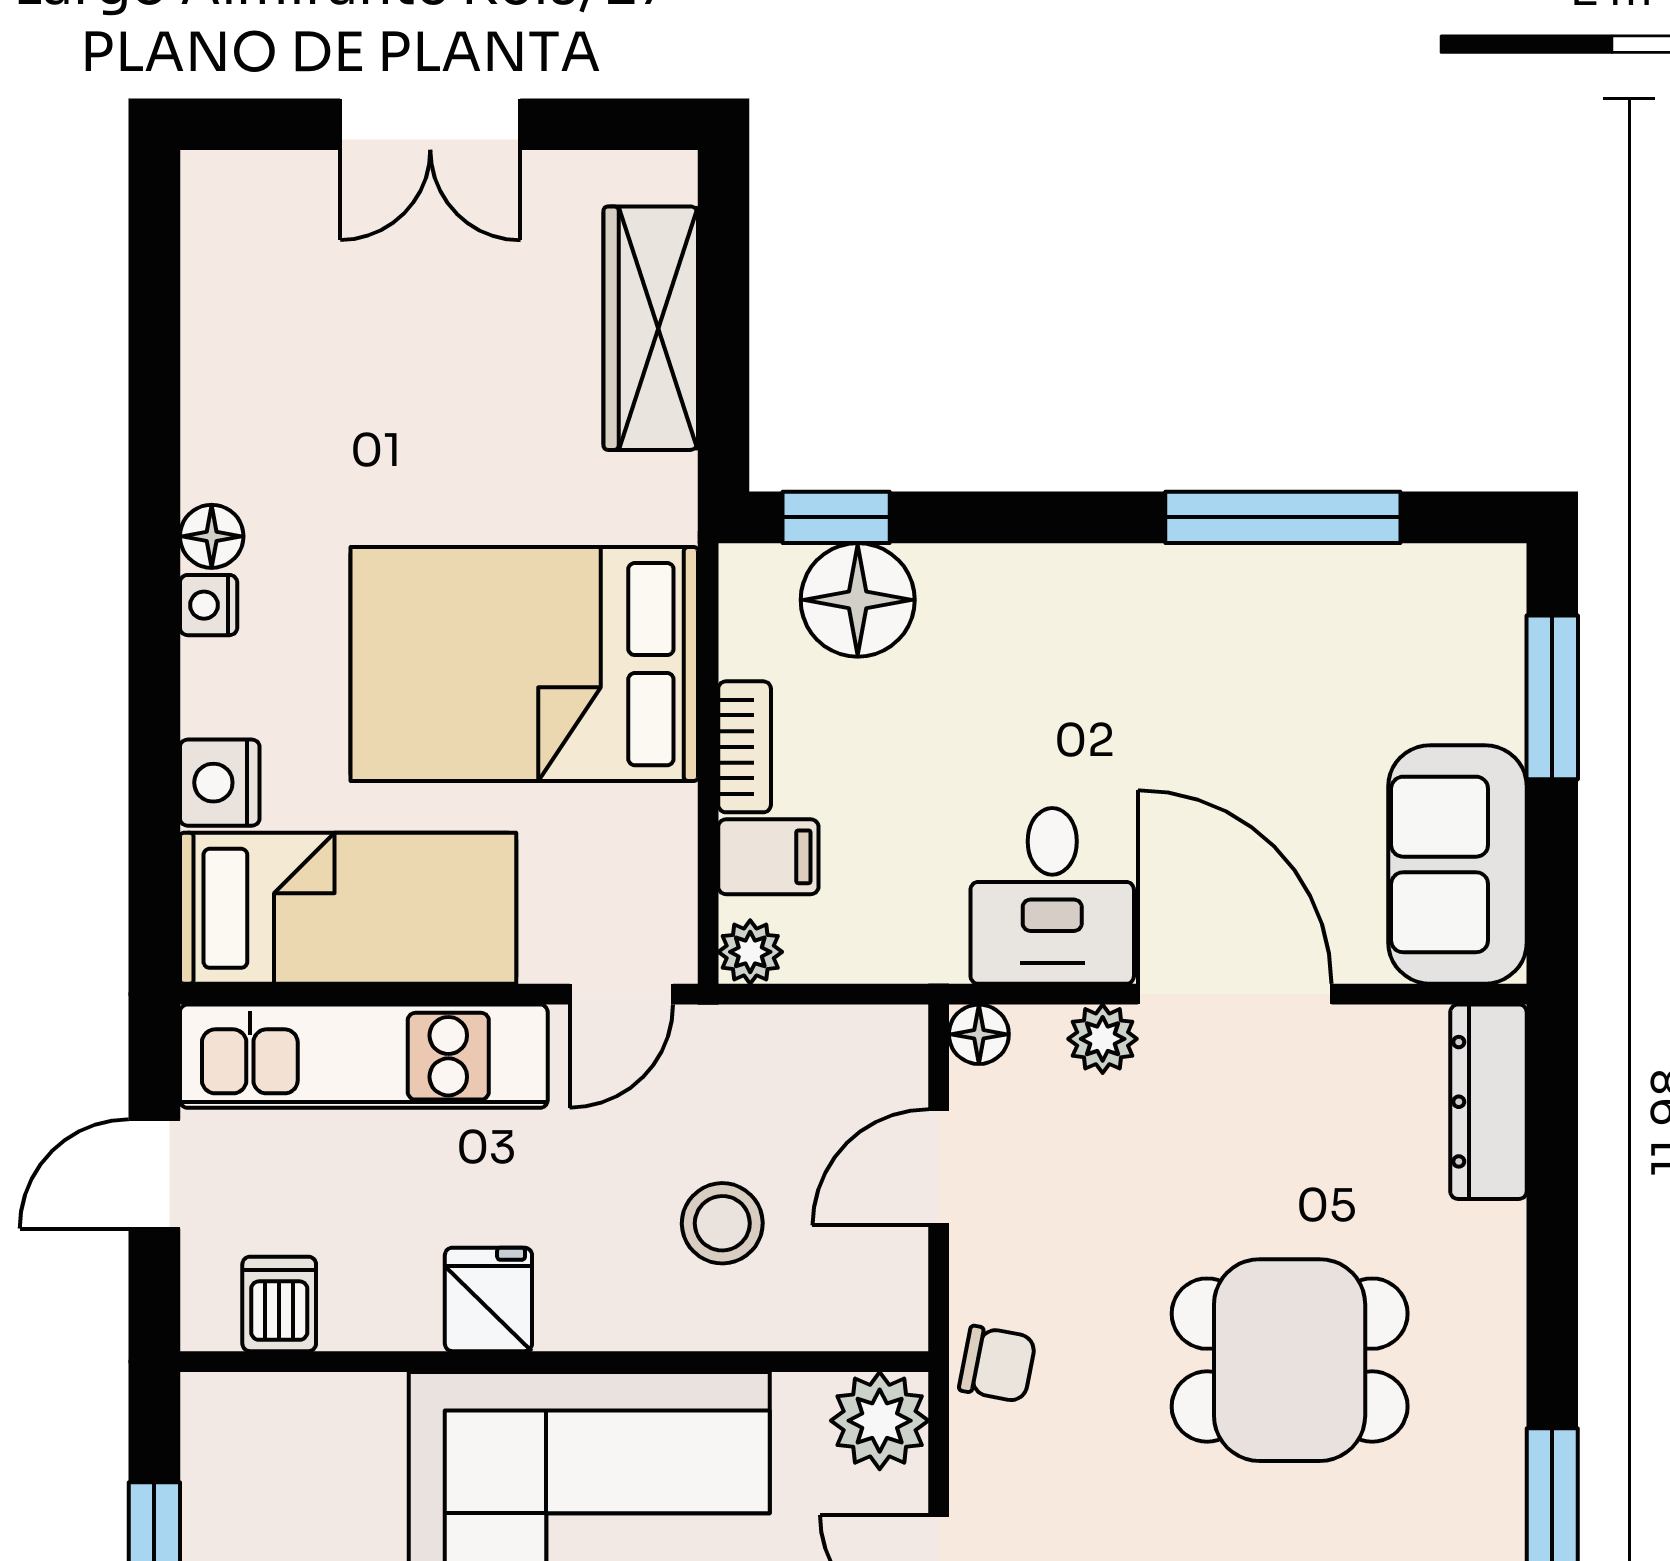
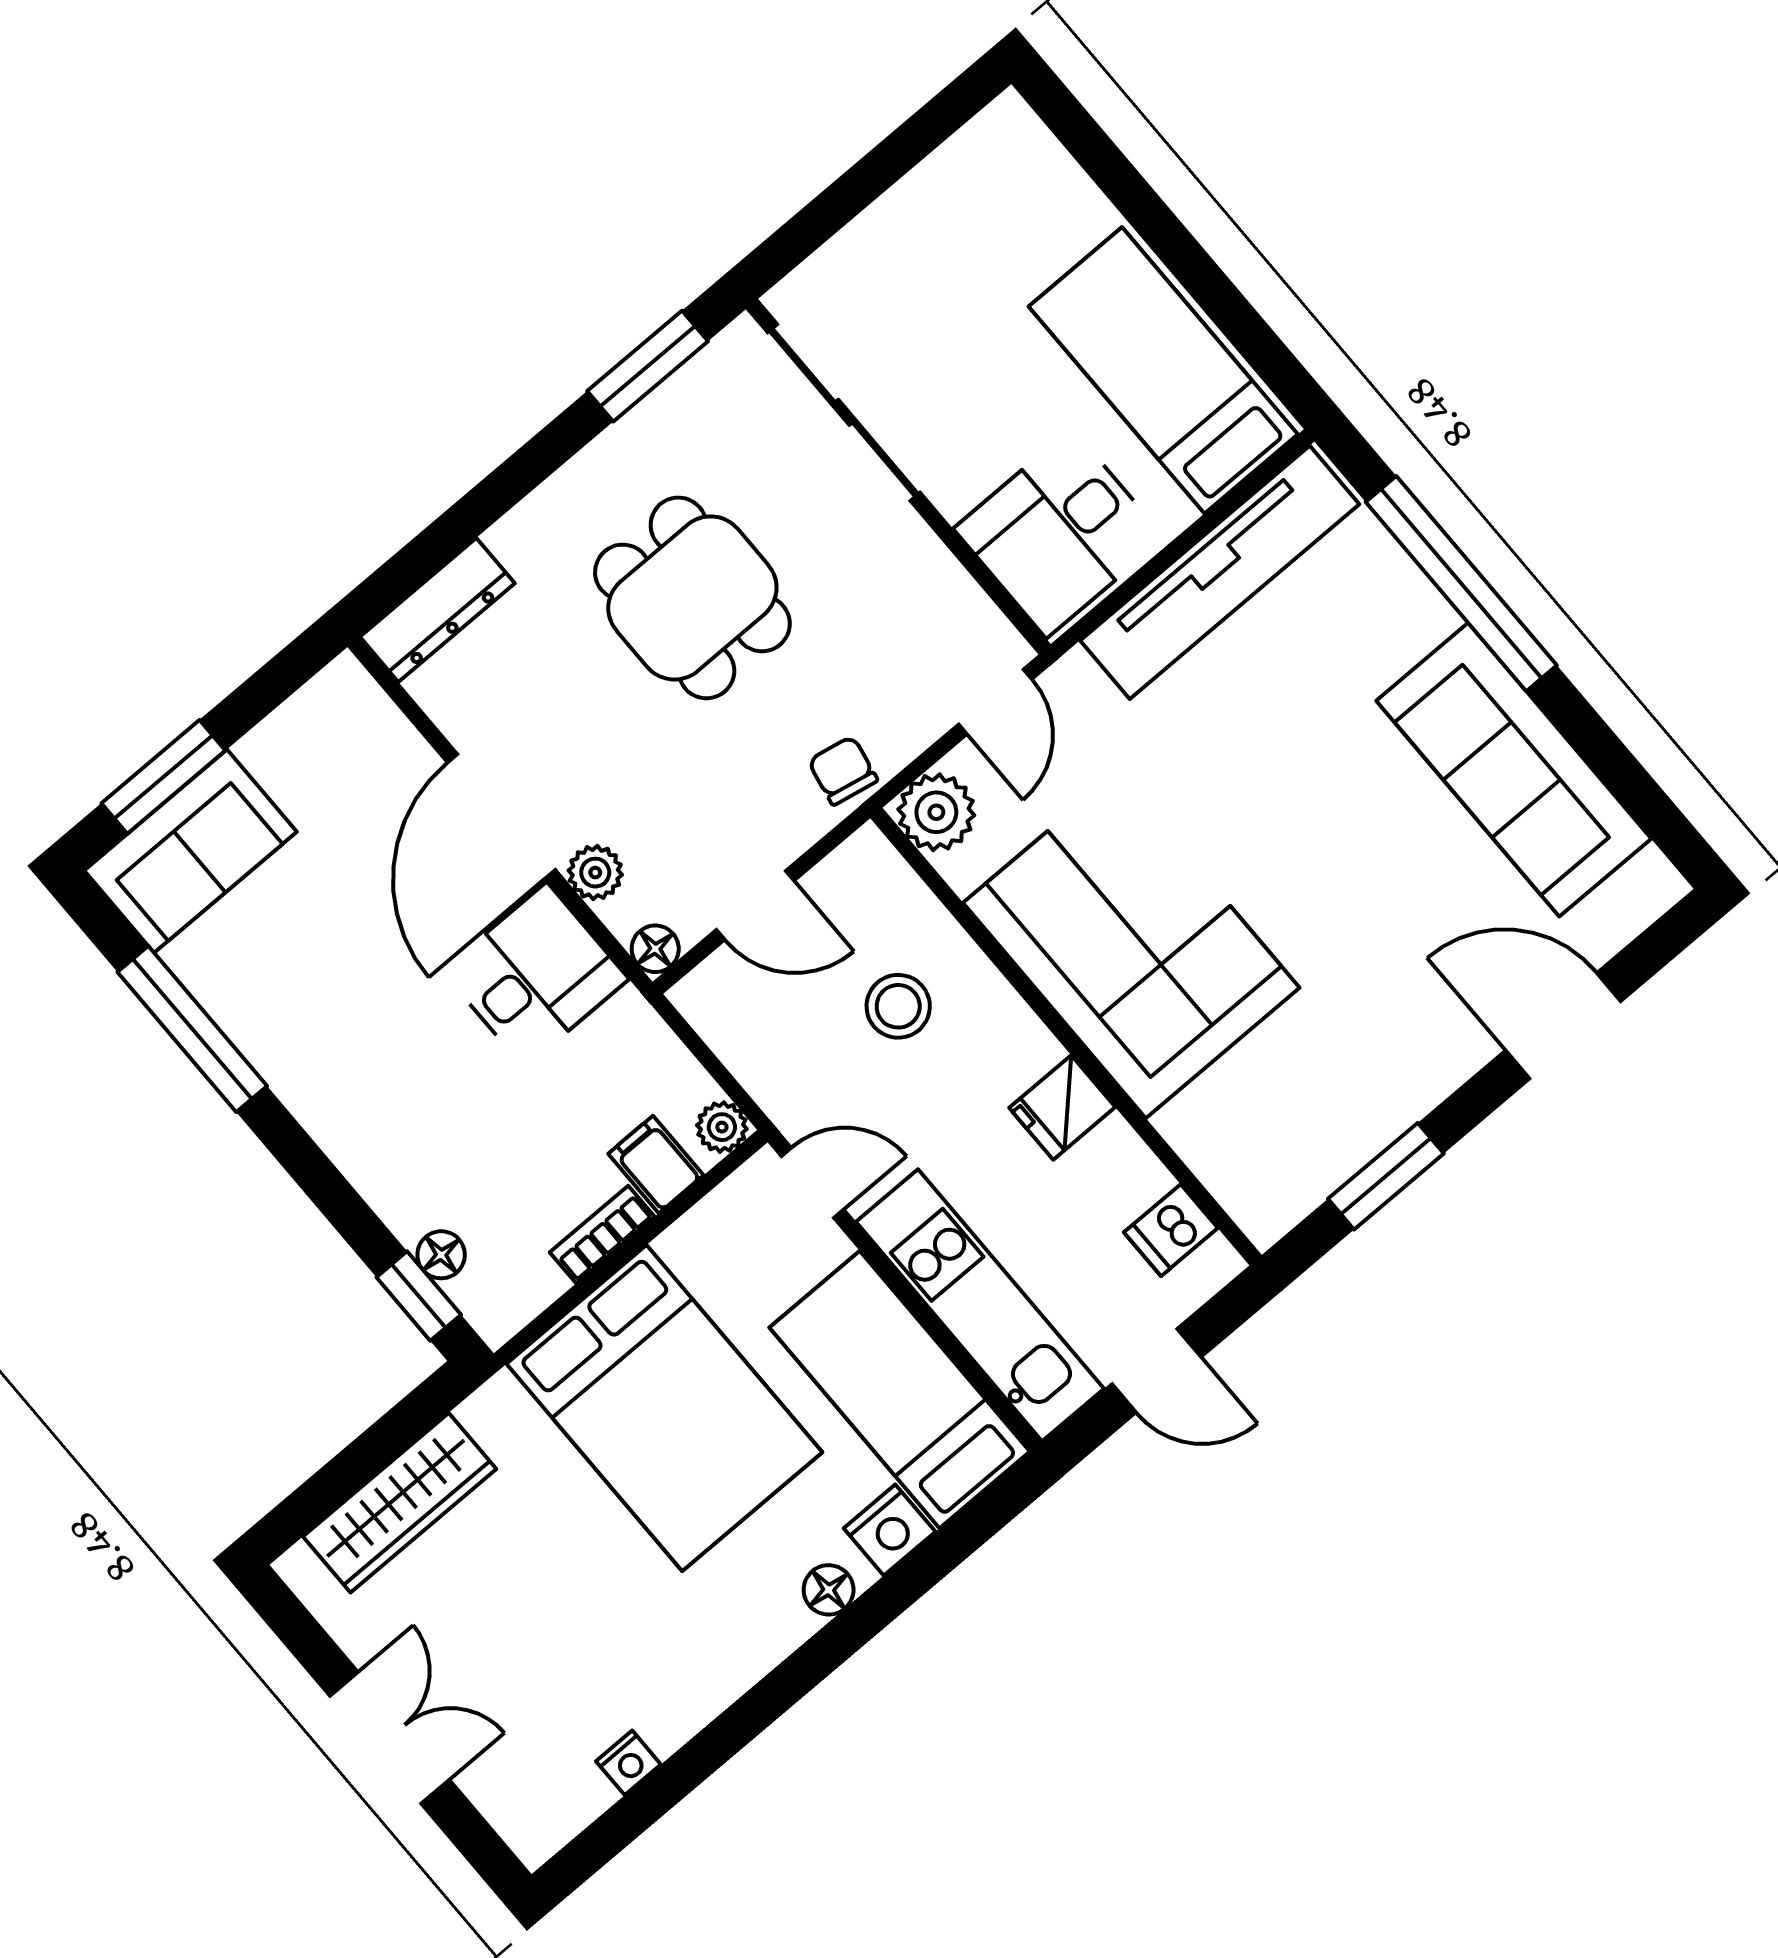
floor lamp: (212, 536) -> (829, 1590), moved
floor lamp: (858, 600) -> (441, 1255), width x0.53, depth x0.53
nightstand: (209, 605) -> (628, 1763), moved
sofa: (1458, 864) -> (190, 851), moved

